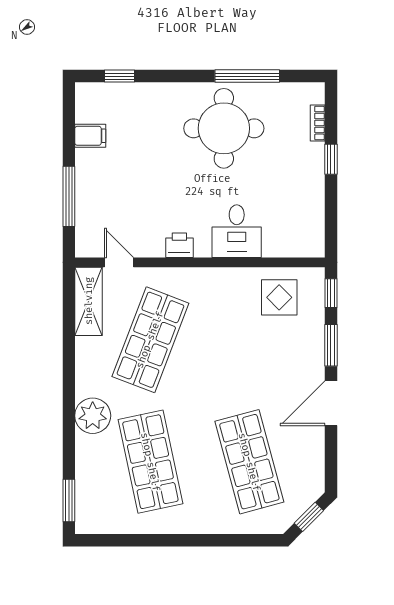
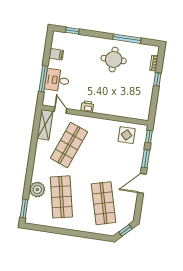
round table: (224, 128) -> (114, 60), width x0.73, depth x0.73
desk: (237, 231) -> (57, 80), moved, turned 90
plant: (93, 416) -> (37, 190), moved

